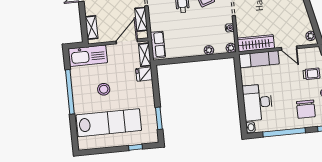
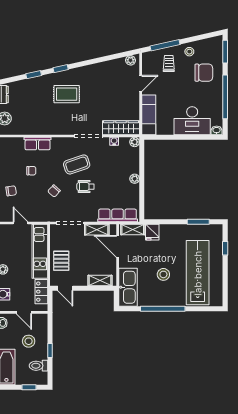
wardrobe: (256, 43) -> (121, 128), moved, turned 90
row of seats: (158, 45) -> (118, 215), width x1.48
plant: (209, 50) -> (135, 179), moved

